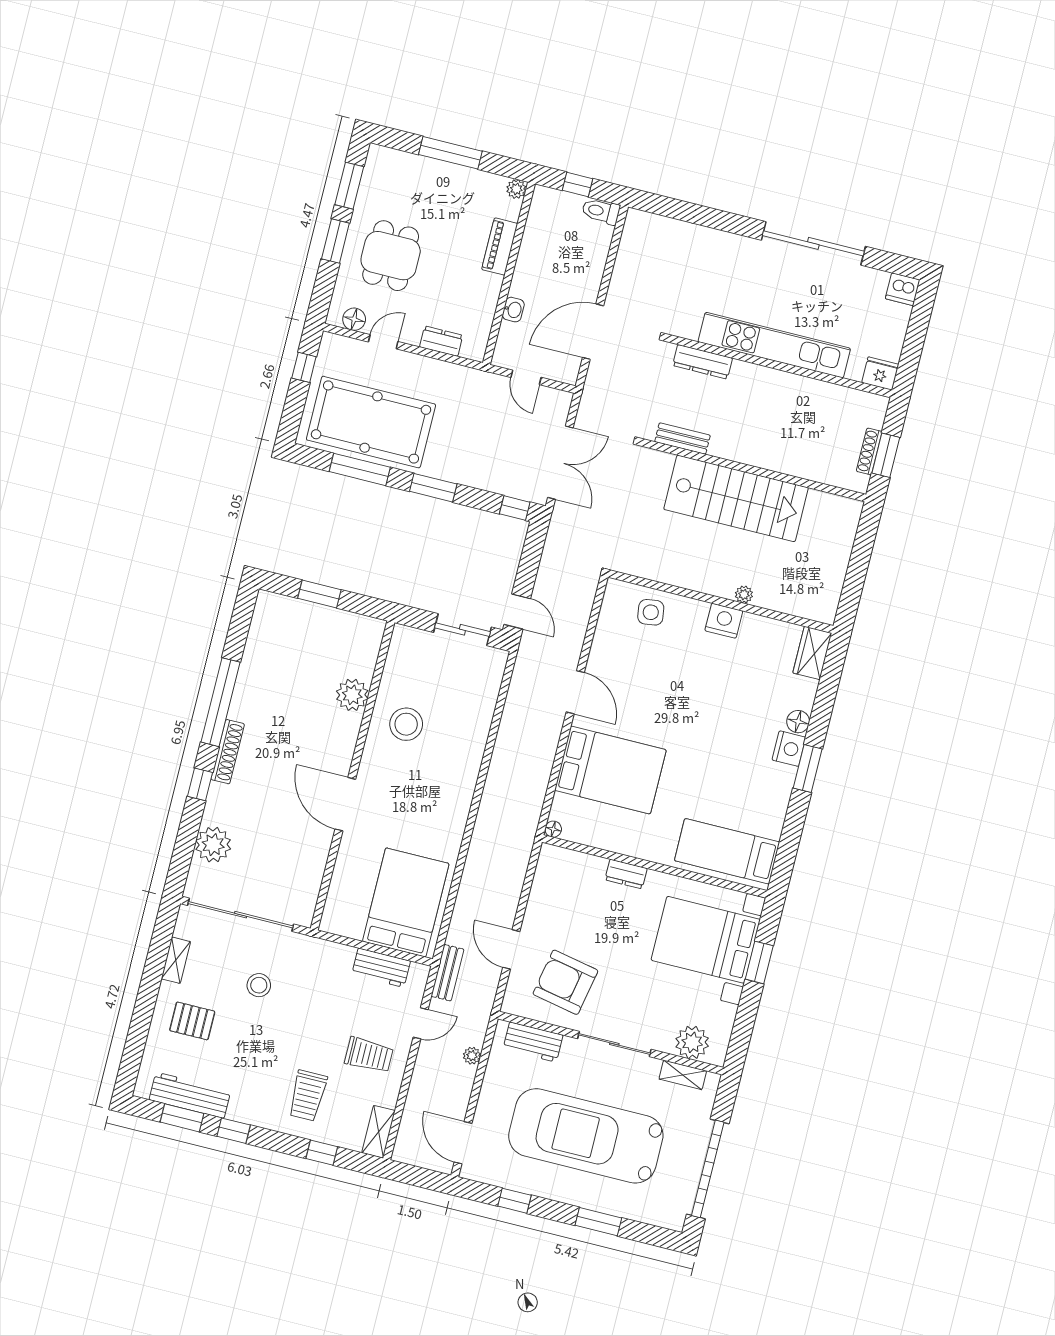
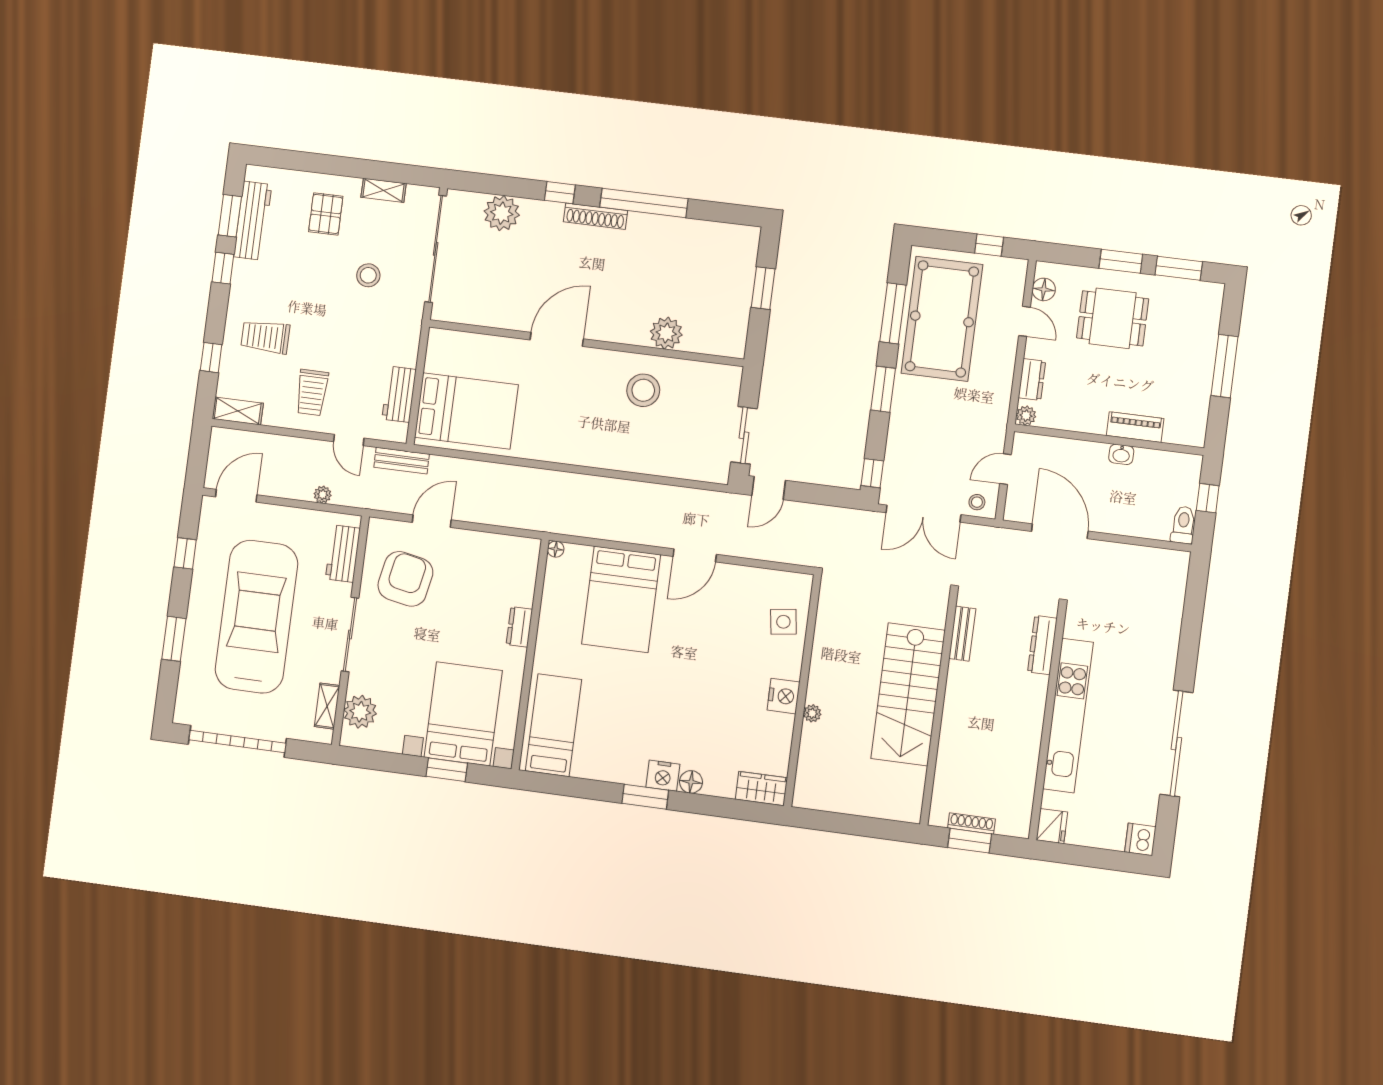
plant: (516, 189) -> (1026, 416), moved
washbasin: (513, 310) -> (1121, 454), moved
stool: (555, 409) -> (977, 502), added

